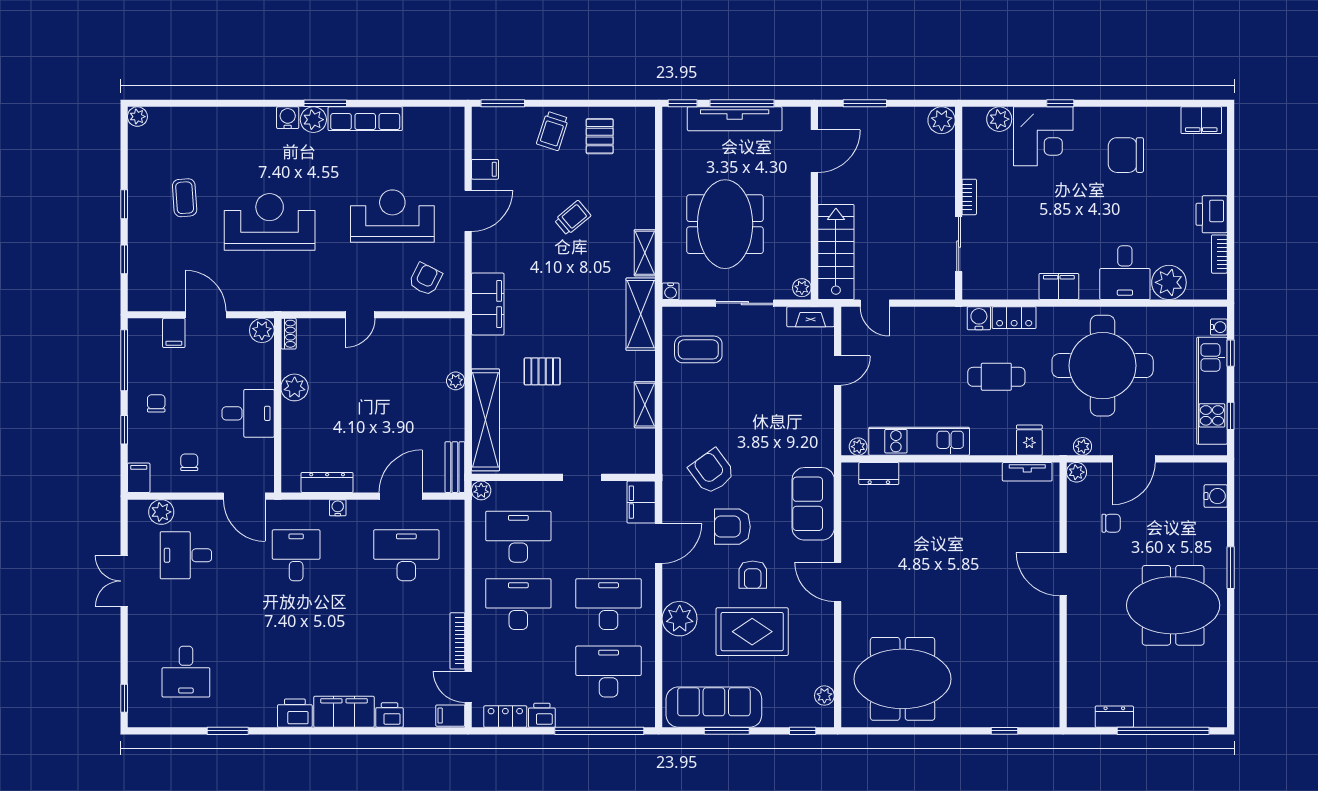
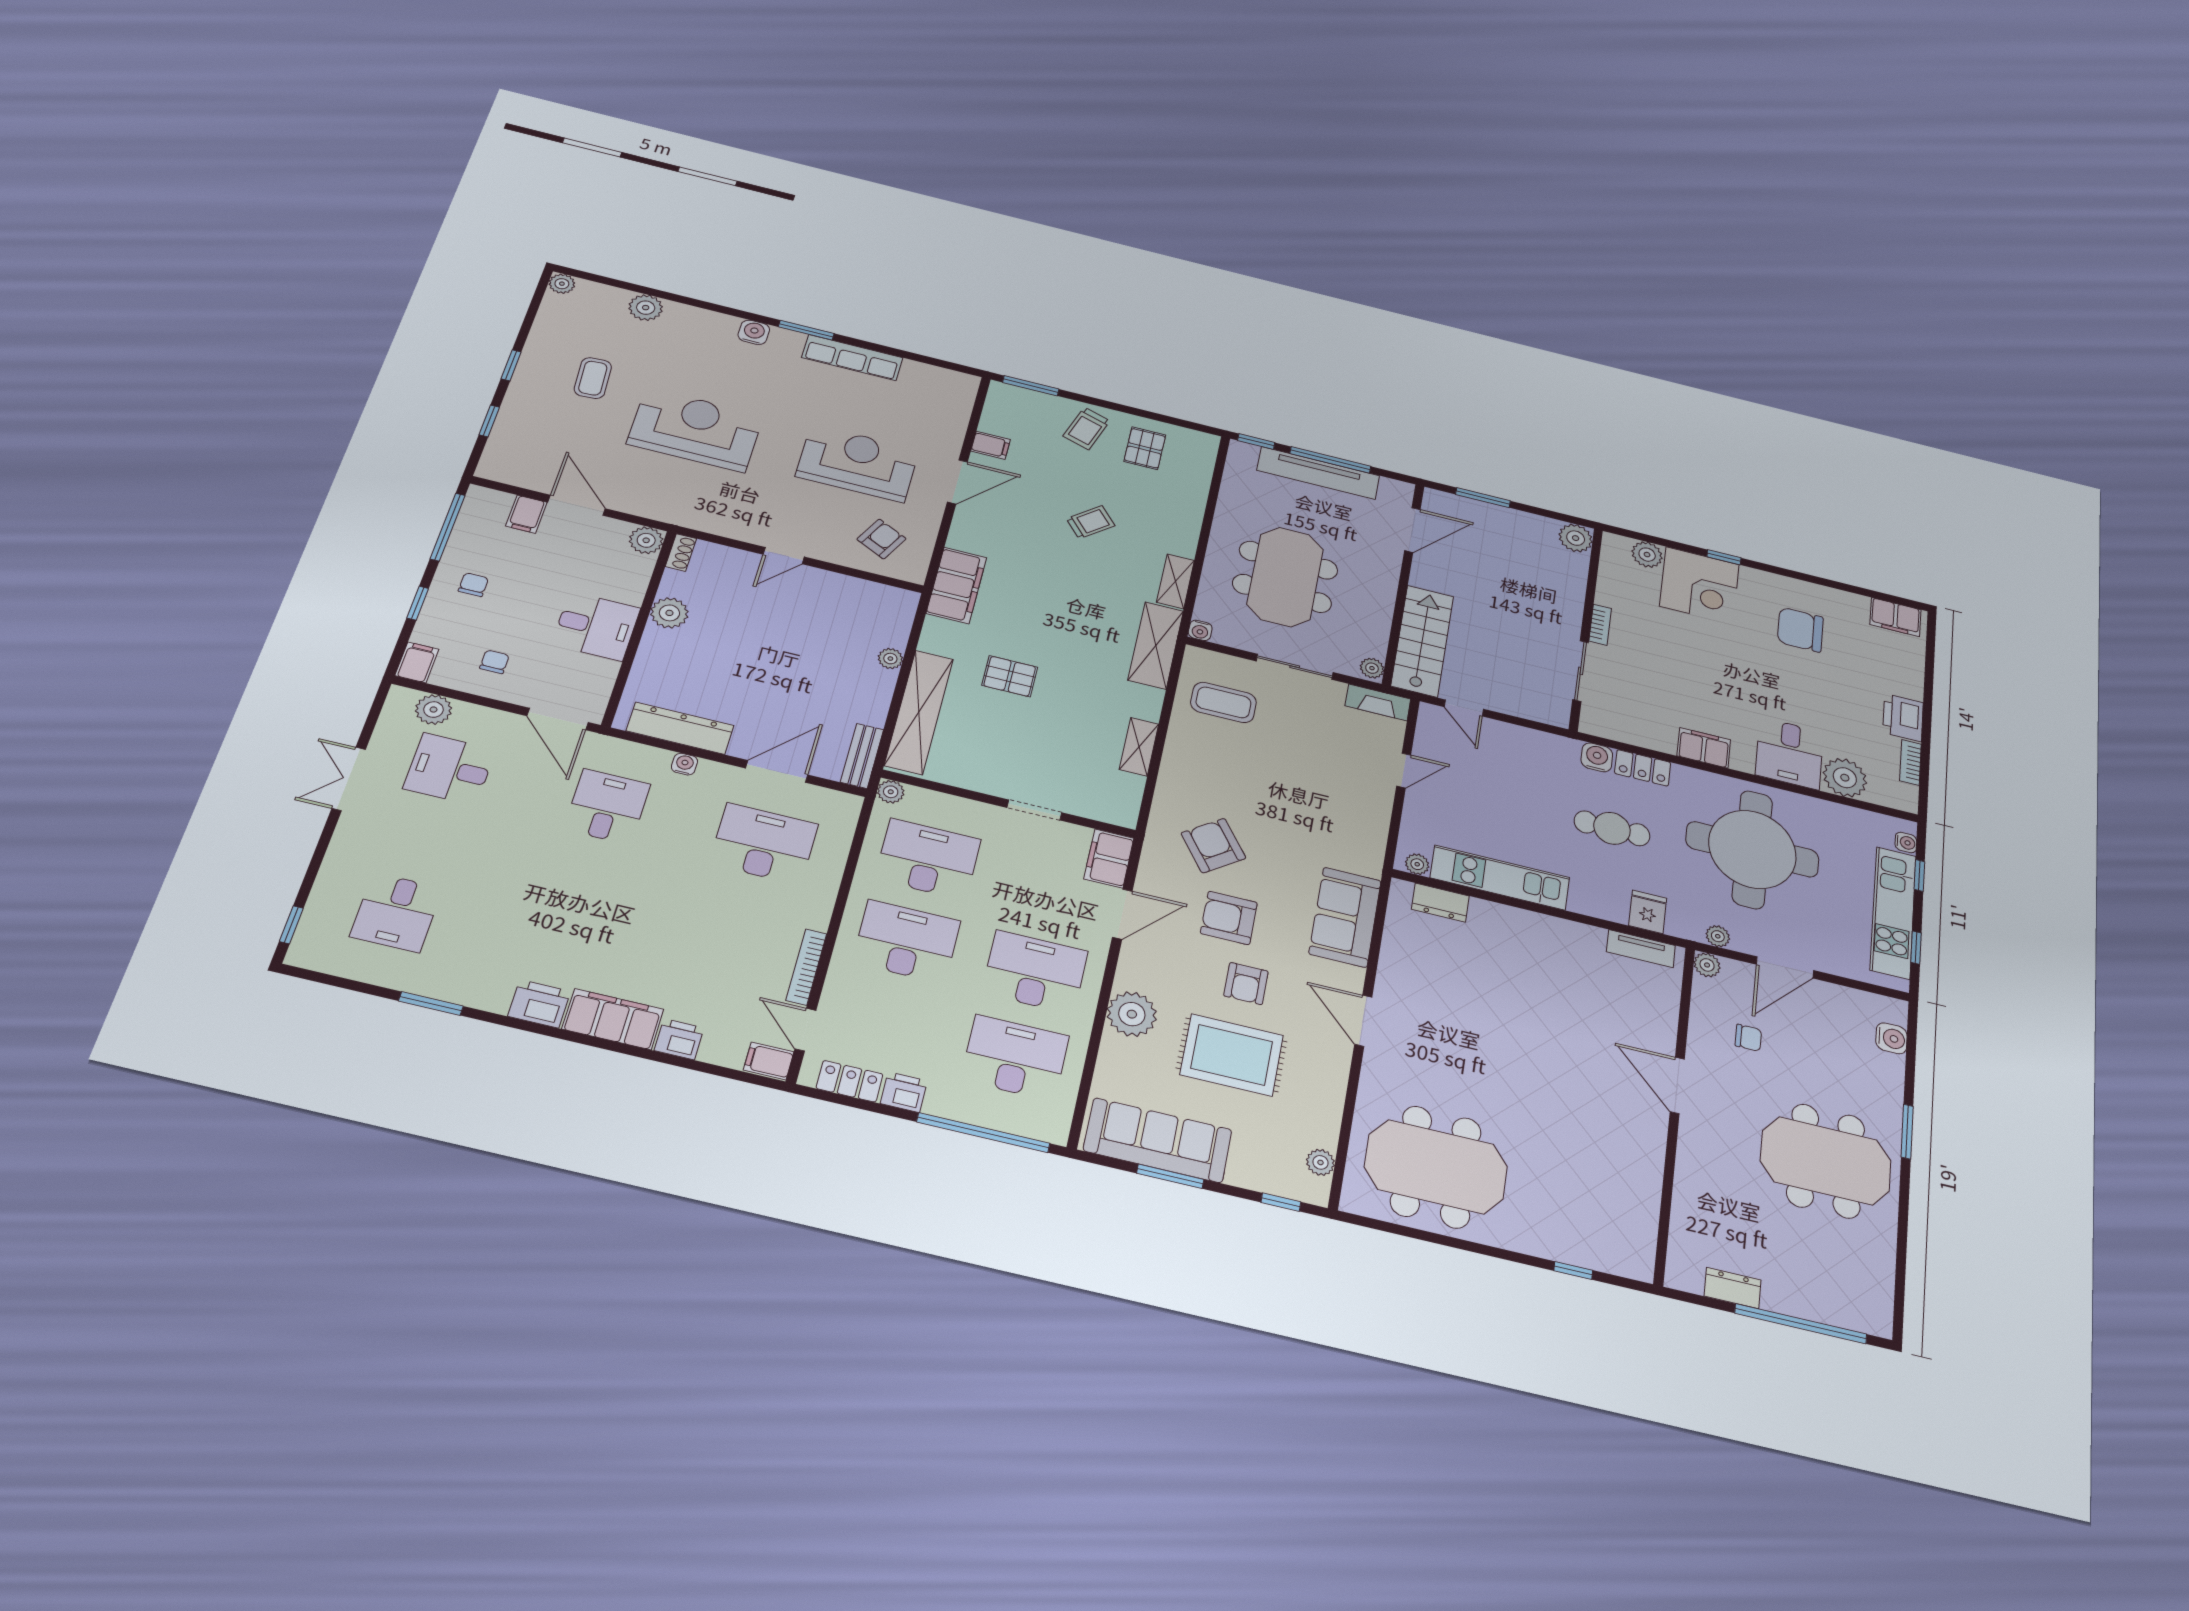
plant: (313, 120) -> (646, 308), moved
dresser: (327, 482) -> (680, 728), width x1.37, depth x1.24

